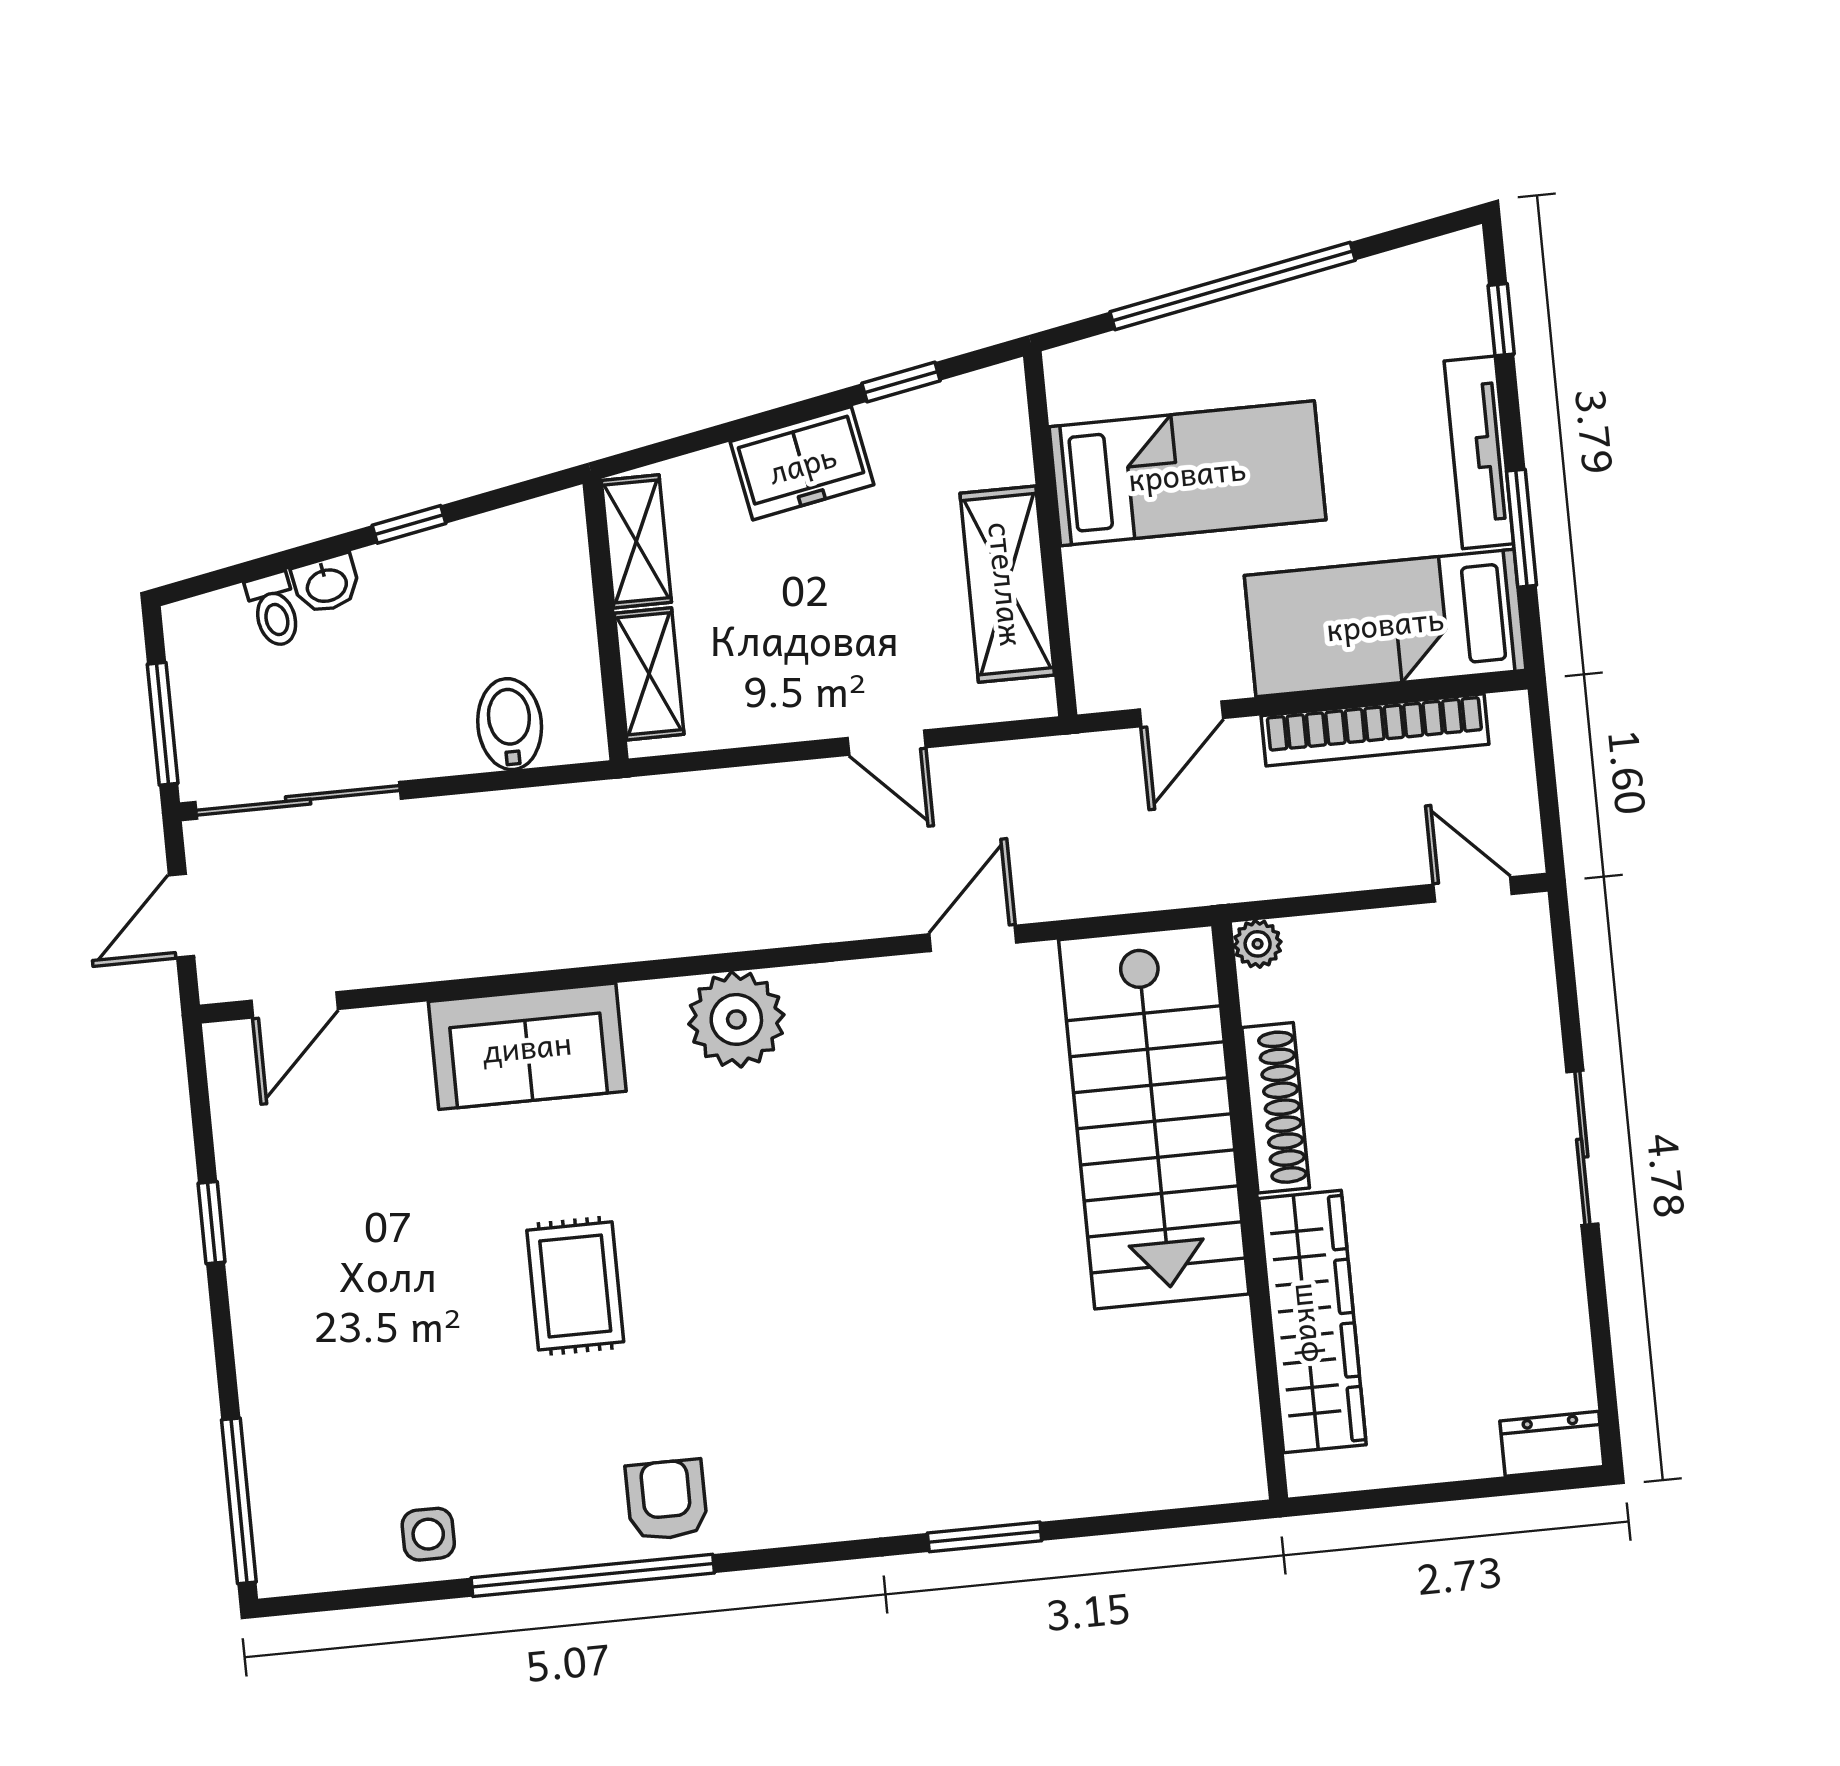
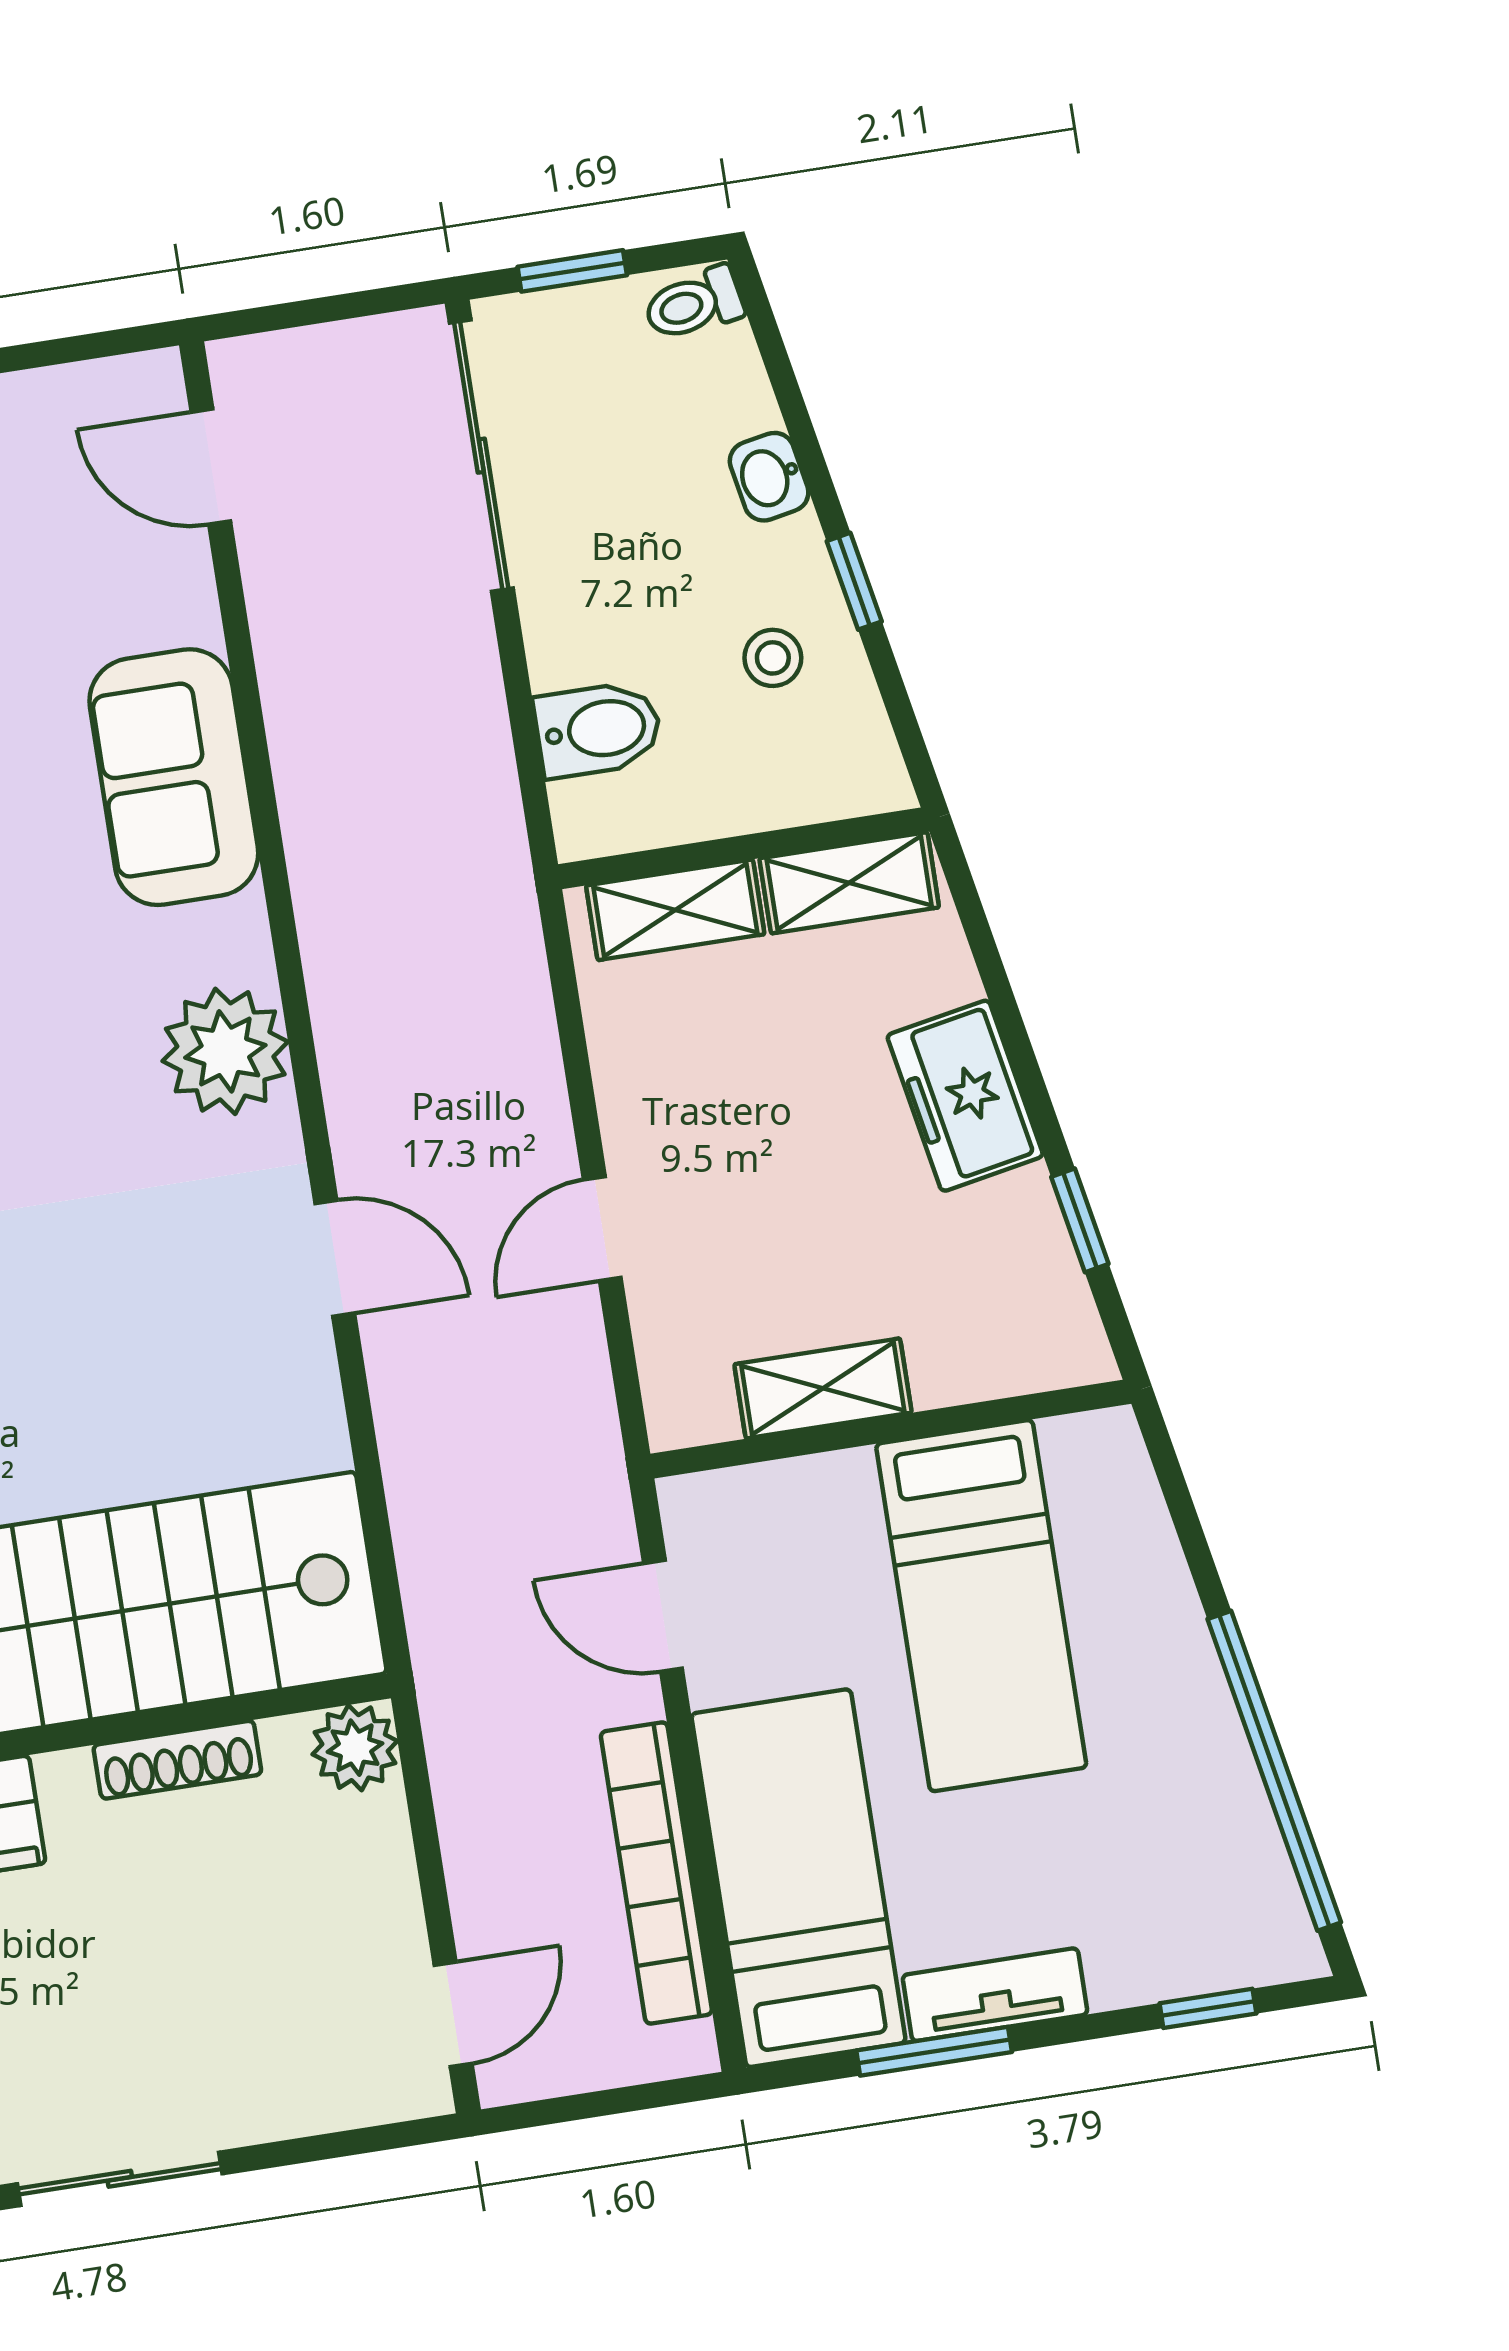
window: (1233, 286) -> (1274, 1771), moved
tv unit: (1479, 452) -> (995, 1995), width x0.71
shelving: (1007, 584) -> (823, 1388), width x0.67, depth x0.75
stool: (463, 589) -> (773, 658), added
toilet: (274, 610) -> (694, 304), moved
window: (163, 724) -> (572, 271), width x0.67
door: (181, 916) -> (320, 310), removed
door: (973, 938) -> (335, 1258), moved
plant: (1258, 944) -> (355, 1748), width x1.38, depth x1.38
shoe rack: (1276, 1108) -> (177, 1760), width x0.74, depth x0.81

